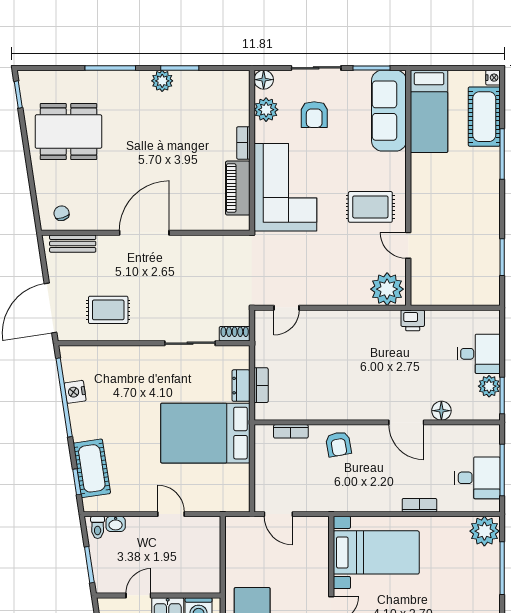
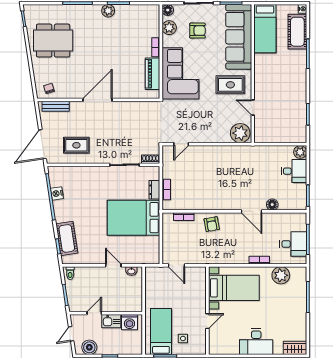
sofa: (389, 111) -> (239, 37), width x1.36, depth x1.27
armchair: (314, 115) -> (197, 31), turned -90
printer: (413, 320) -> (255, 151), removed
plant: (489, 386) -> (300, 152), moved
washbasin: (116, 524) -> (131, 271), moved
plant: (484, 531) -> (281, 275), moved

